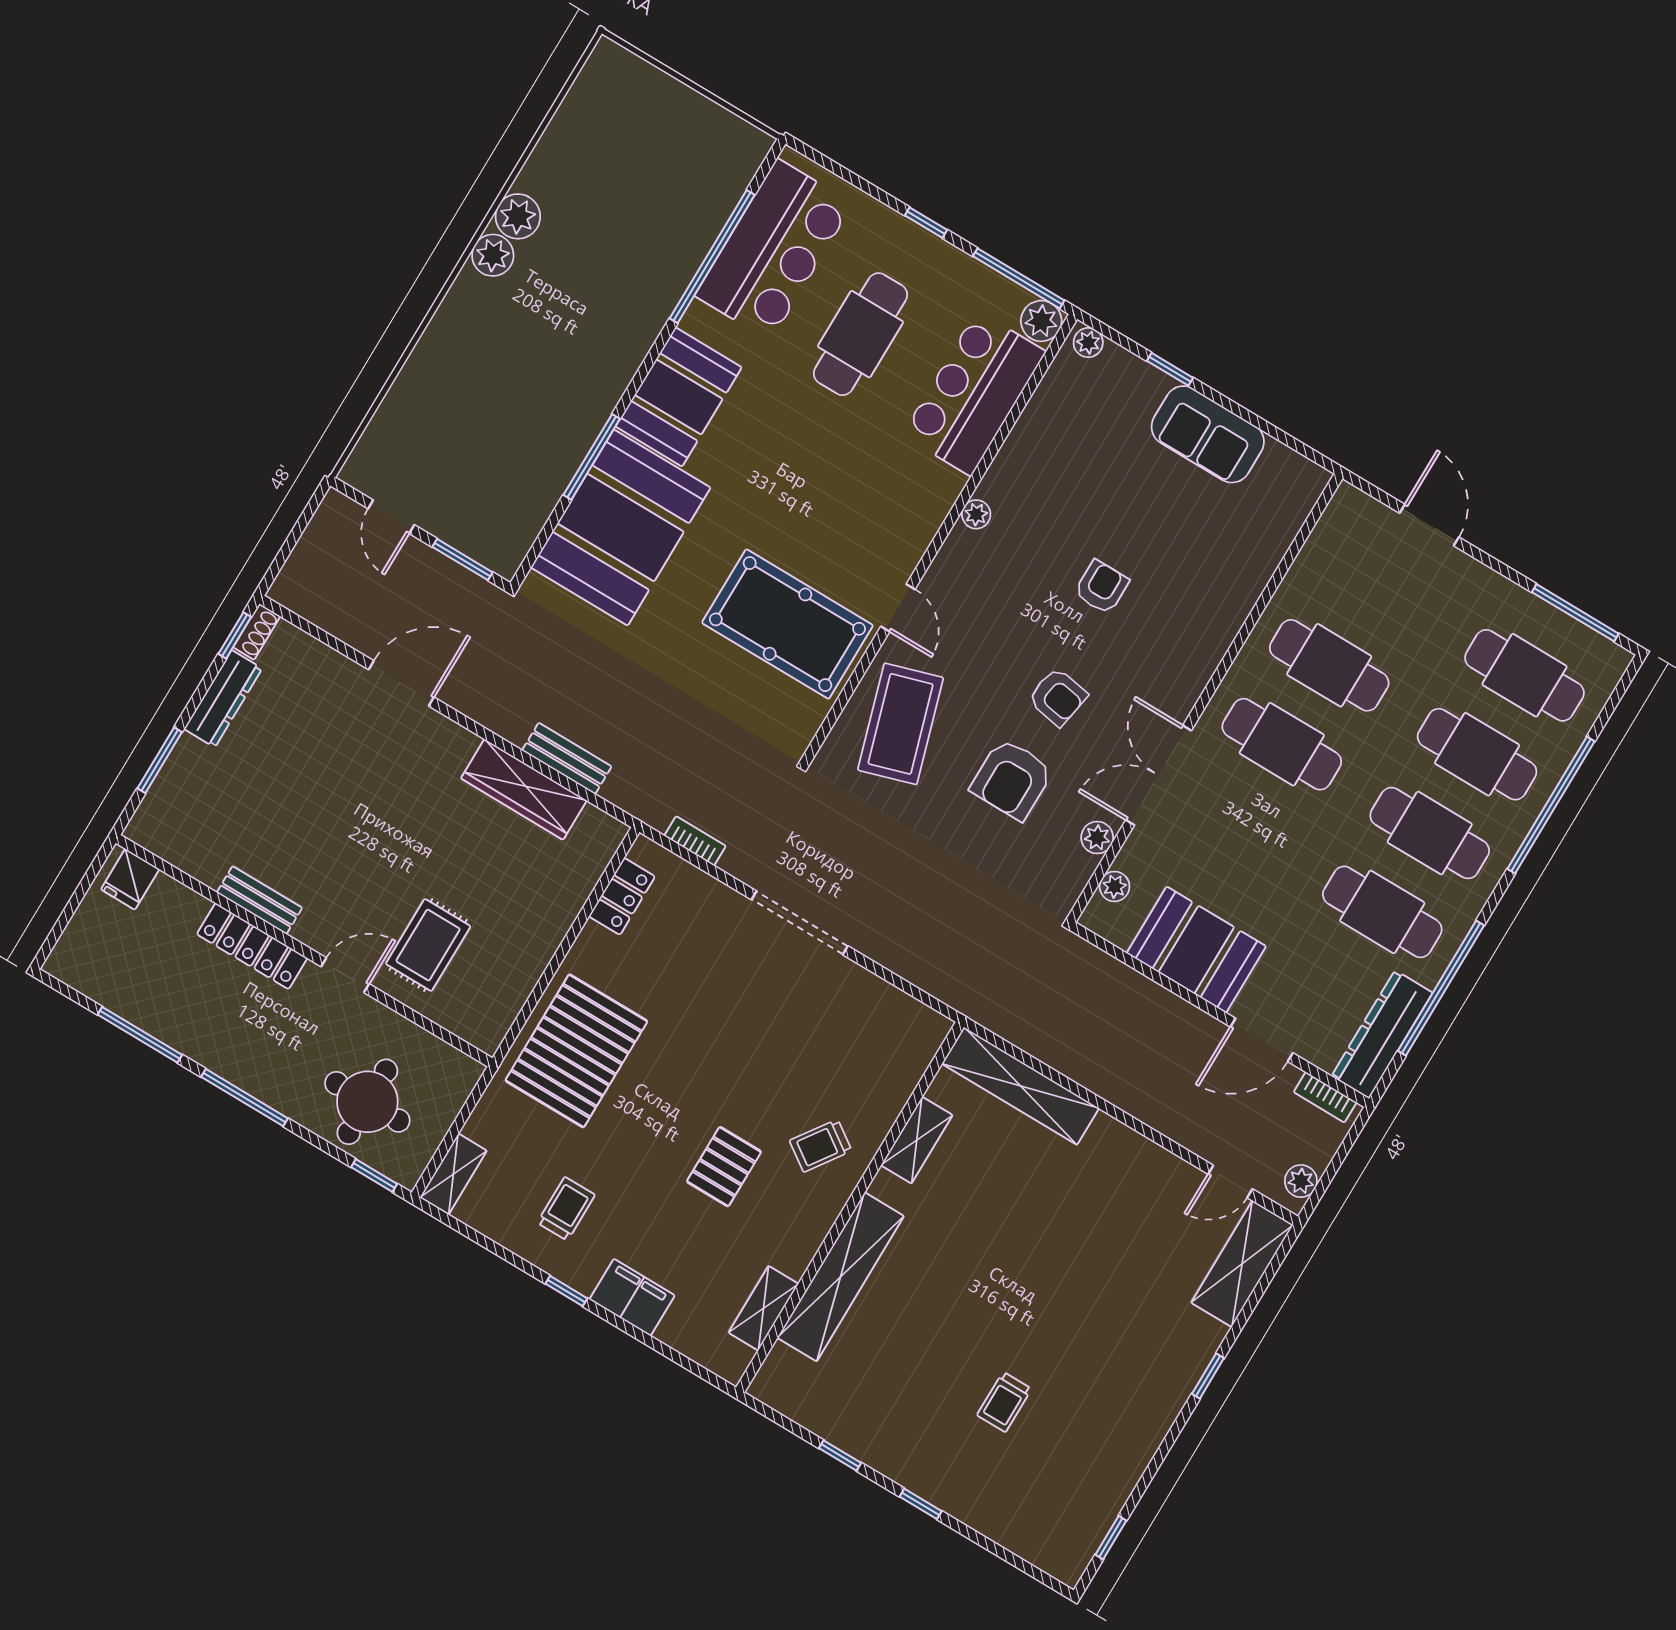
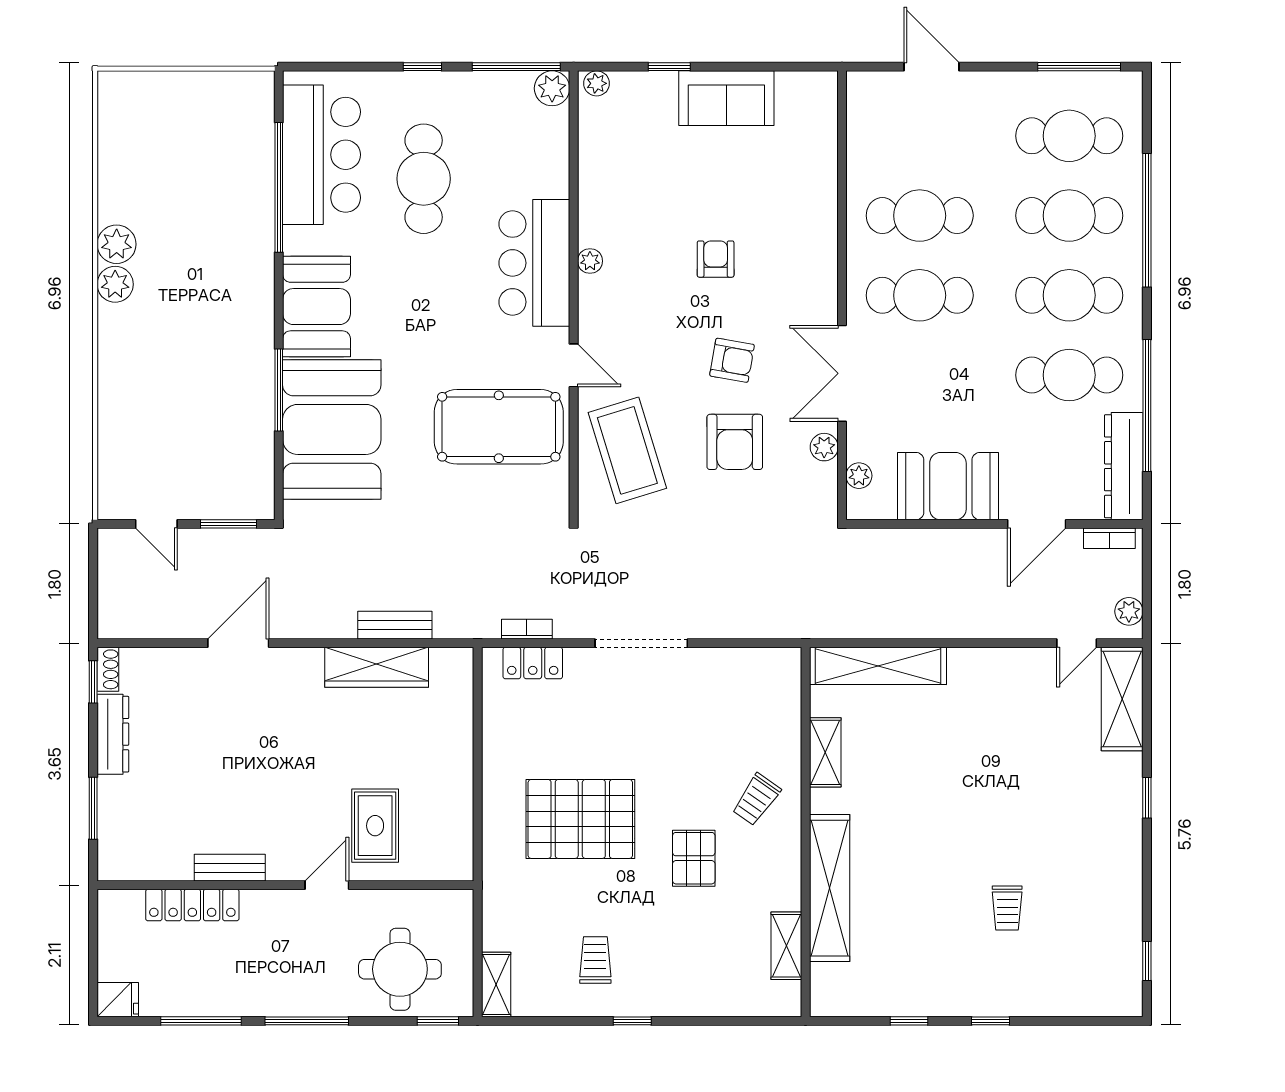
bar counter: (974, 393) -> (534, 263), moved
fridge: (130, 879) -> (118, 1000), moved, turned -90
locker: (622, 896) -> (533, 663), moved, turned 90
locker: (252, 946) -> (192, 905), moved
pallet: (576, 1051) -> (580, 819), moved, turned 90
filing cabinet: (632, 1297) -> (684, 996), removed

